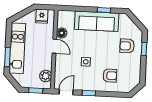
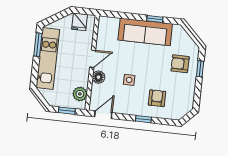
floor lamp: (62, 33) -> (98, 77), moved
door: (54, 46) -> (93, 59), hinge flipped
window: (7, 57) -> (38, 45), moved
armchair: (110, 76) -> (157, 98), turned -90
window: (89, 93) -> (143, 119), moved

